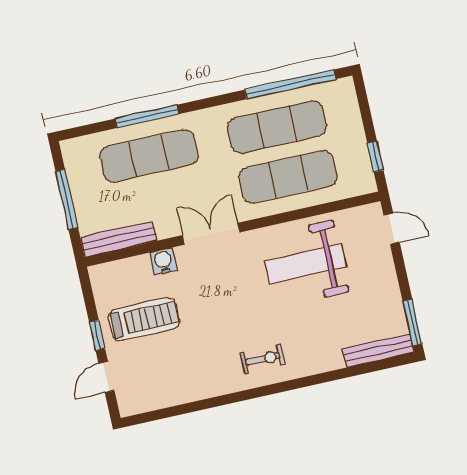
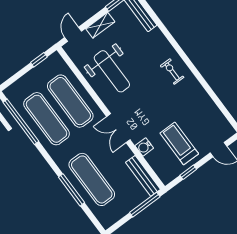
window: (67, 199) -> (145, 205), moved
shelving: (387, 278) -> (100, 25), added
window: (97, 335) -> (188, 172), moved

